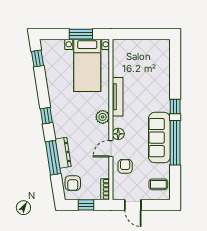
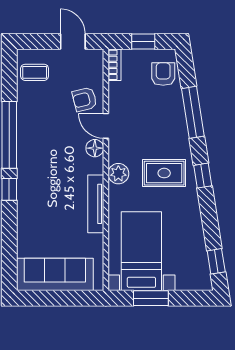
rug: (72, 117) -> (164, 173), added
sofa: (159, 138) -> (55, 274), moved, turned -90
door: (111, 149) -> (106, 126), swing flipped
dresser: (63, 153) -> (178, 120), removed
armchair: (125, 166) -> (85, 99), turned 76

